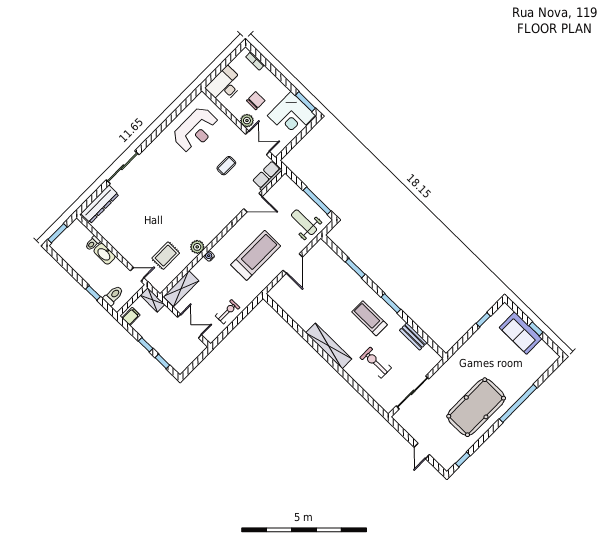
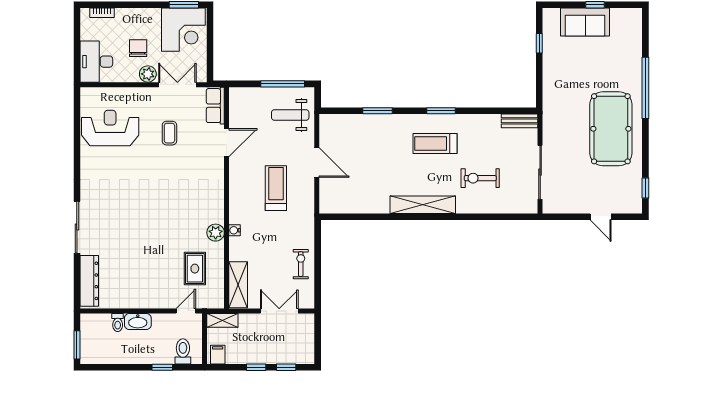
reception desk: (196, 130) -> (110, 128), turned -90
treadmill: (256, 255) -> (276, 188), width x0.73, depth x0.73
bench: (413, 336) -> (520, 121), moved

